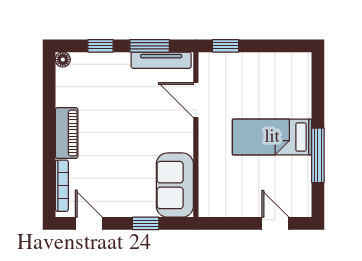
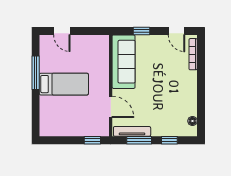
floor lamp: (63, 60) -> (192, 121), moved
piano: (67, 133) -> (190, 87), removed
sofa: (175, 185) -> (124, 62), width x1.36

